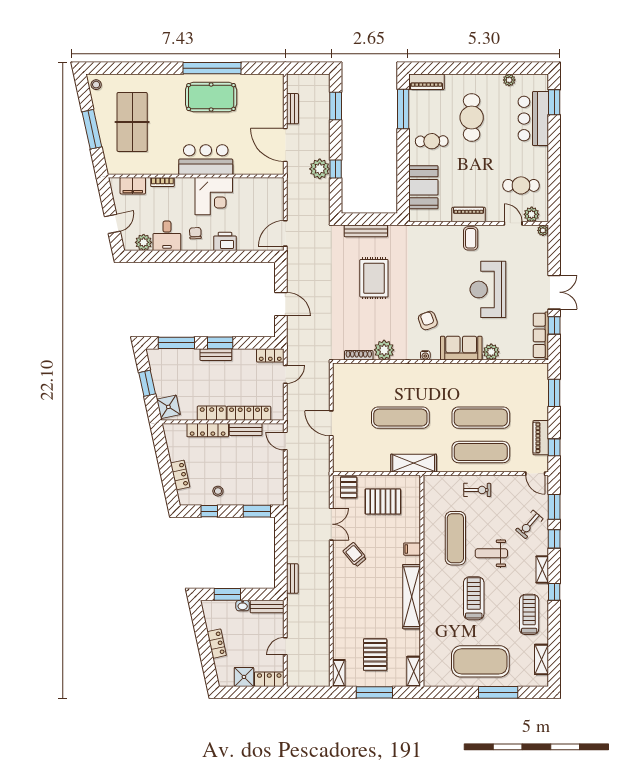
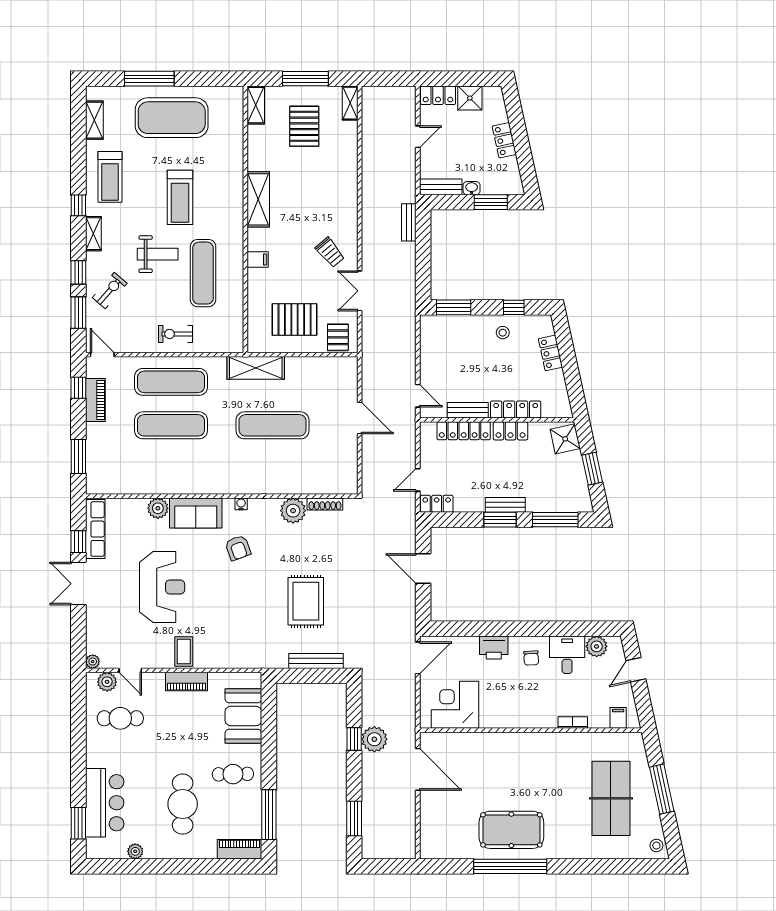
bench: (293, 109) -> (409, 815), removed
bar counter: (206, 160) -> (518, 751), removed
filing cabinet: (133, 186) -> (618, 718), width x0.50
corner desk: (214, 196) -> (455, 705), moved
shelving: (412, 597) -> (258, 199), width x0.68

